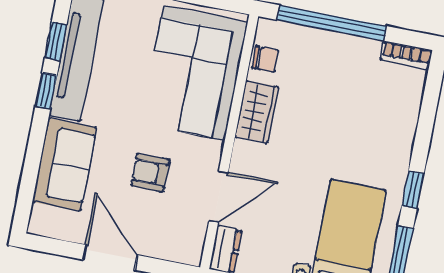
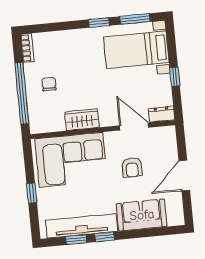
chair: (265, 59) -> (49, 84), moved

